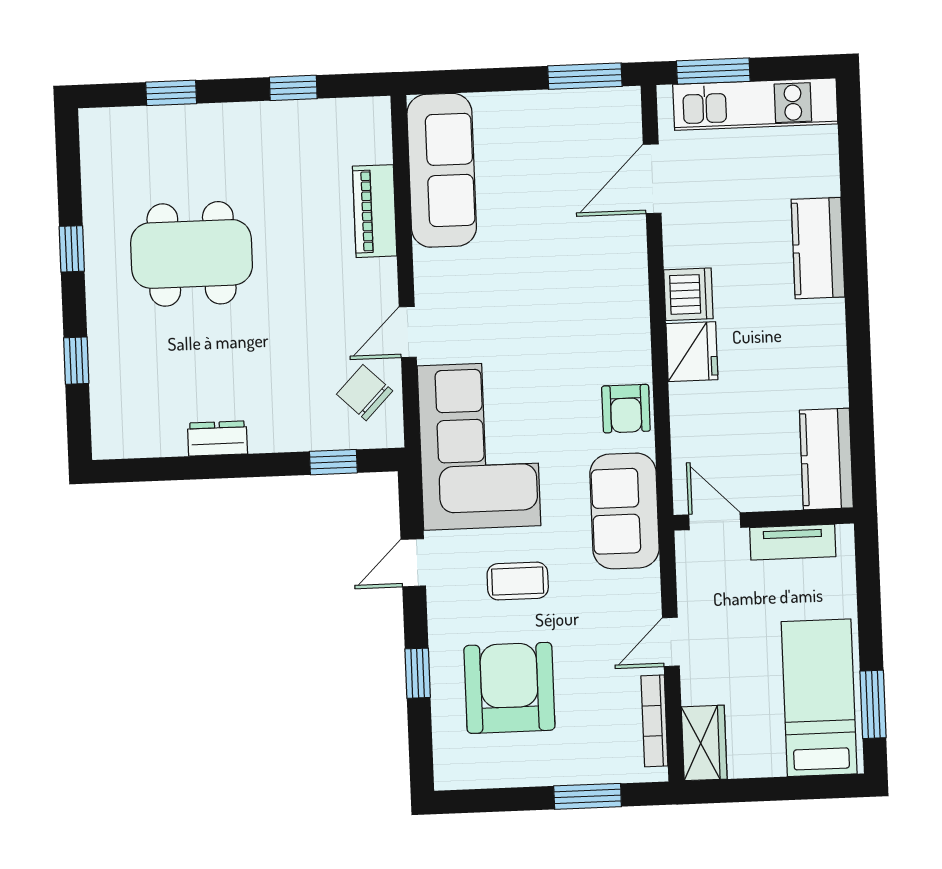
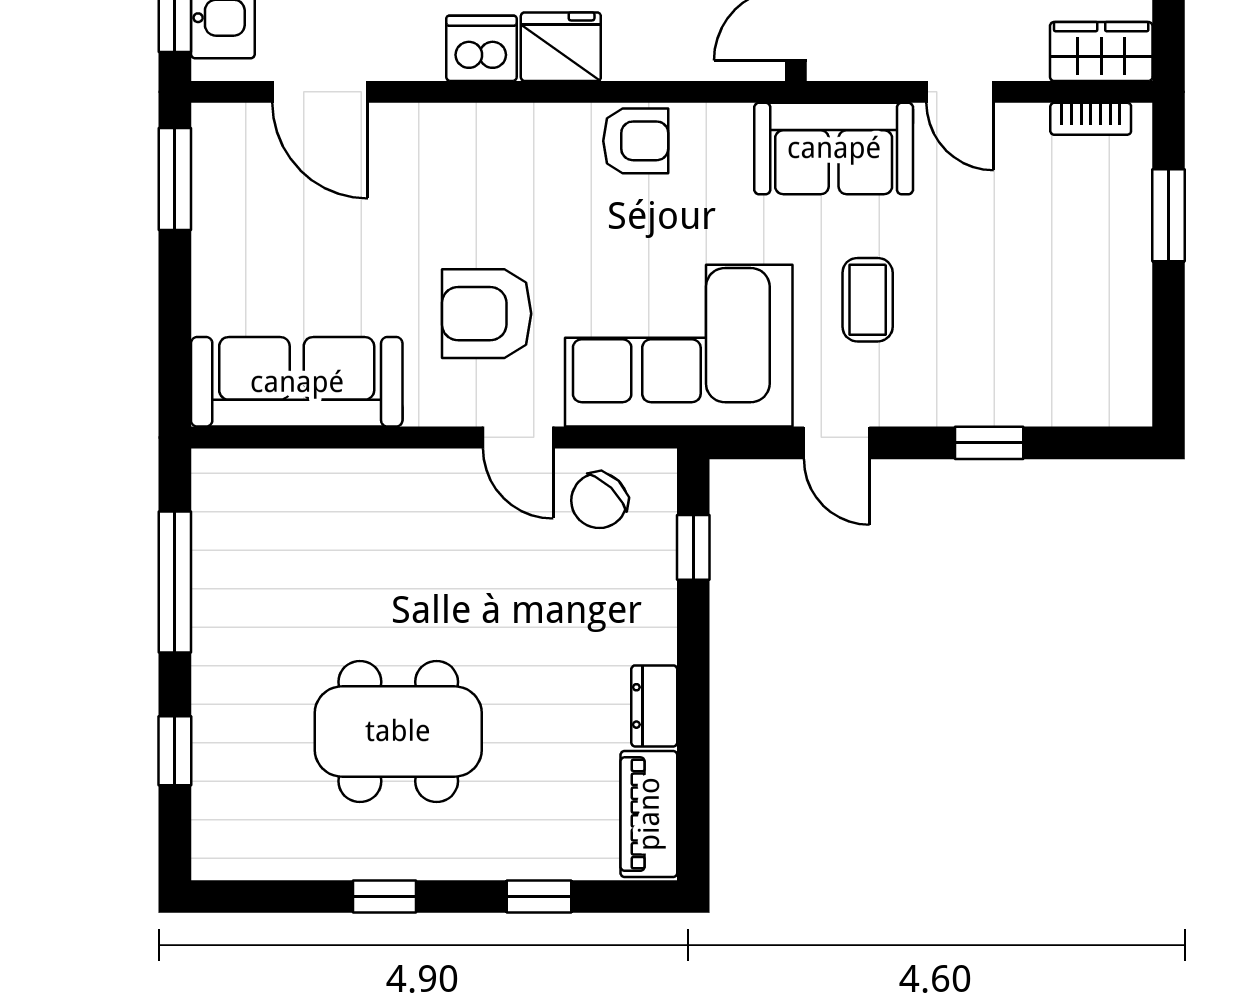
window: (293, 88) -> (175, 582), width x2.17
piano: (375, 211) -> (649, 814), moved, turned 90
dining table: (192, 254) -> (398, 731), turned 90
sofa: (624, 511) -> (834, 148), moved
armchair: (509, 688) -> (487, 314), moved, width x0.73, depth x0.73
bookcase: (654, 721) -> (1091, 119), width x0.64

